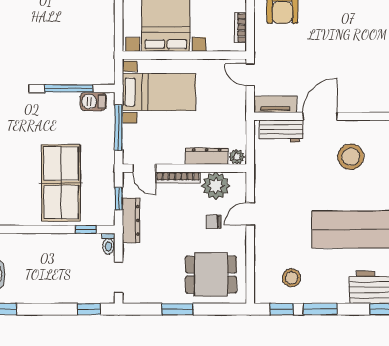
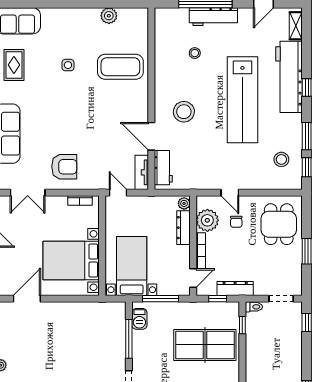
door: (250, 75) -> (118, 193), swing flipped

